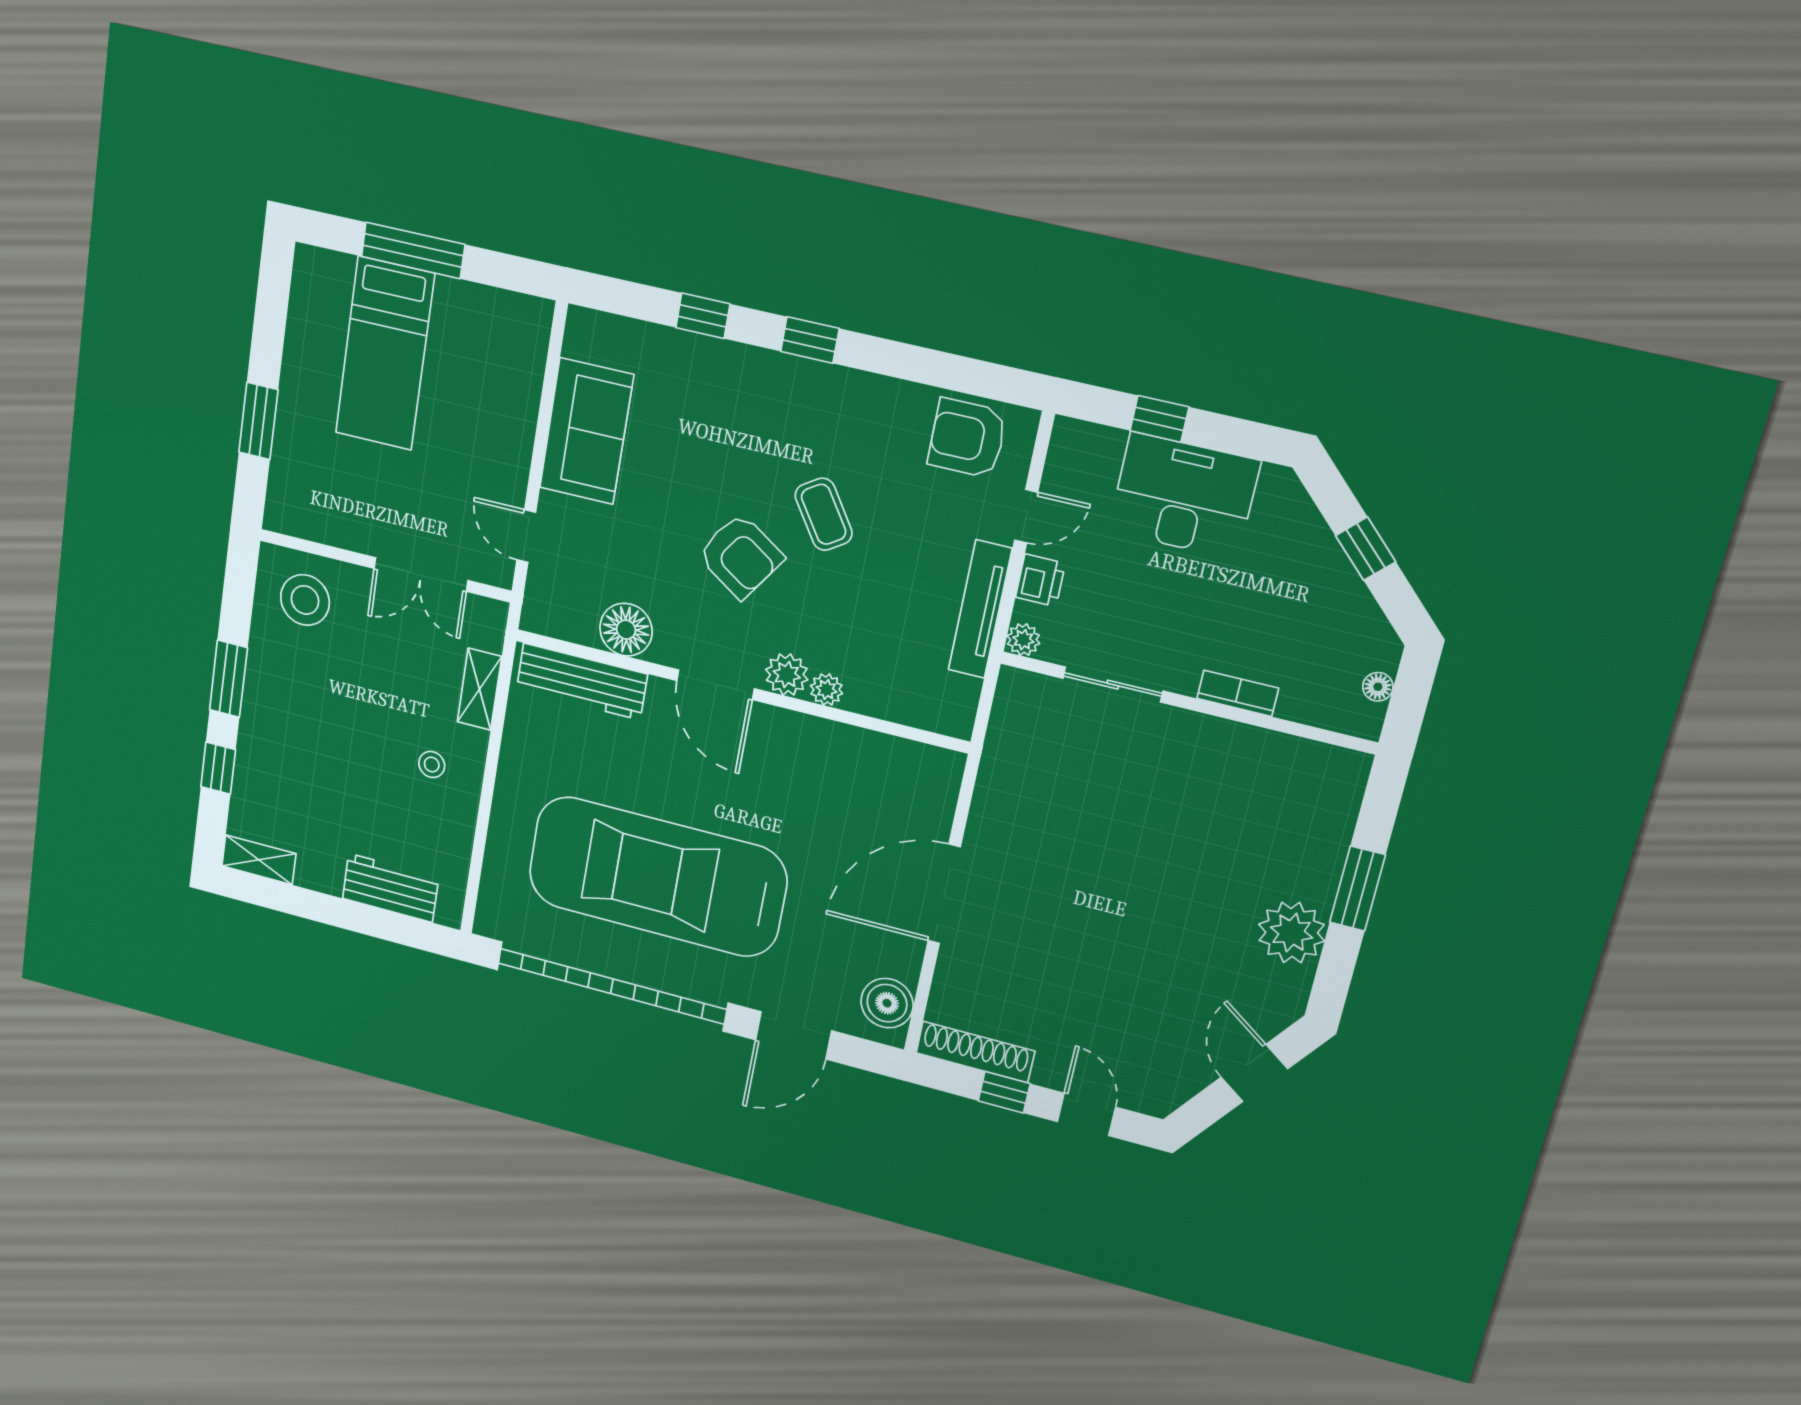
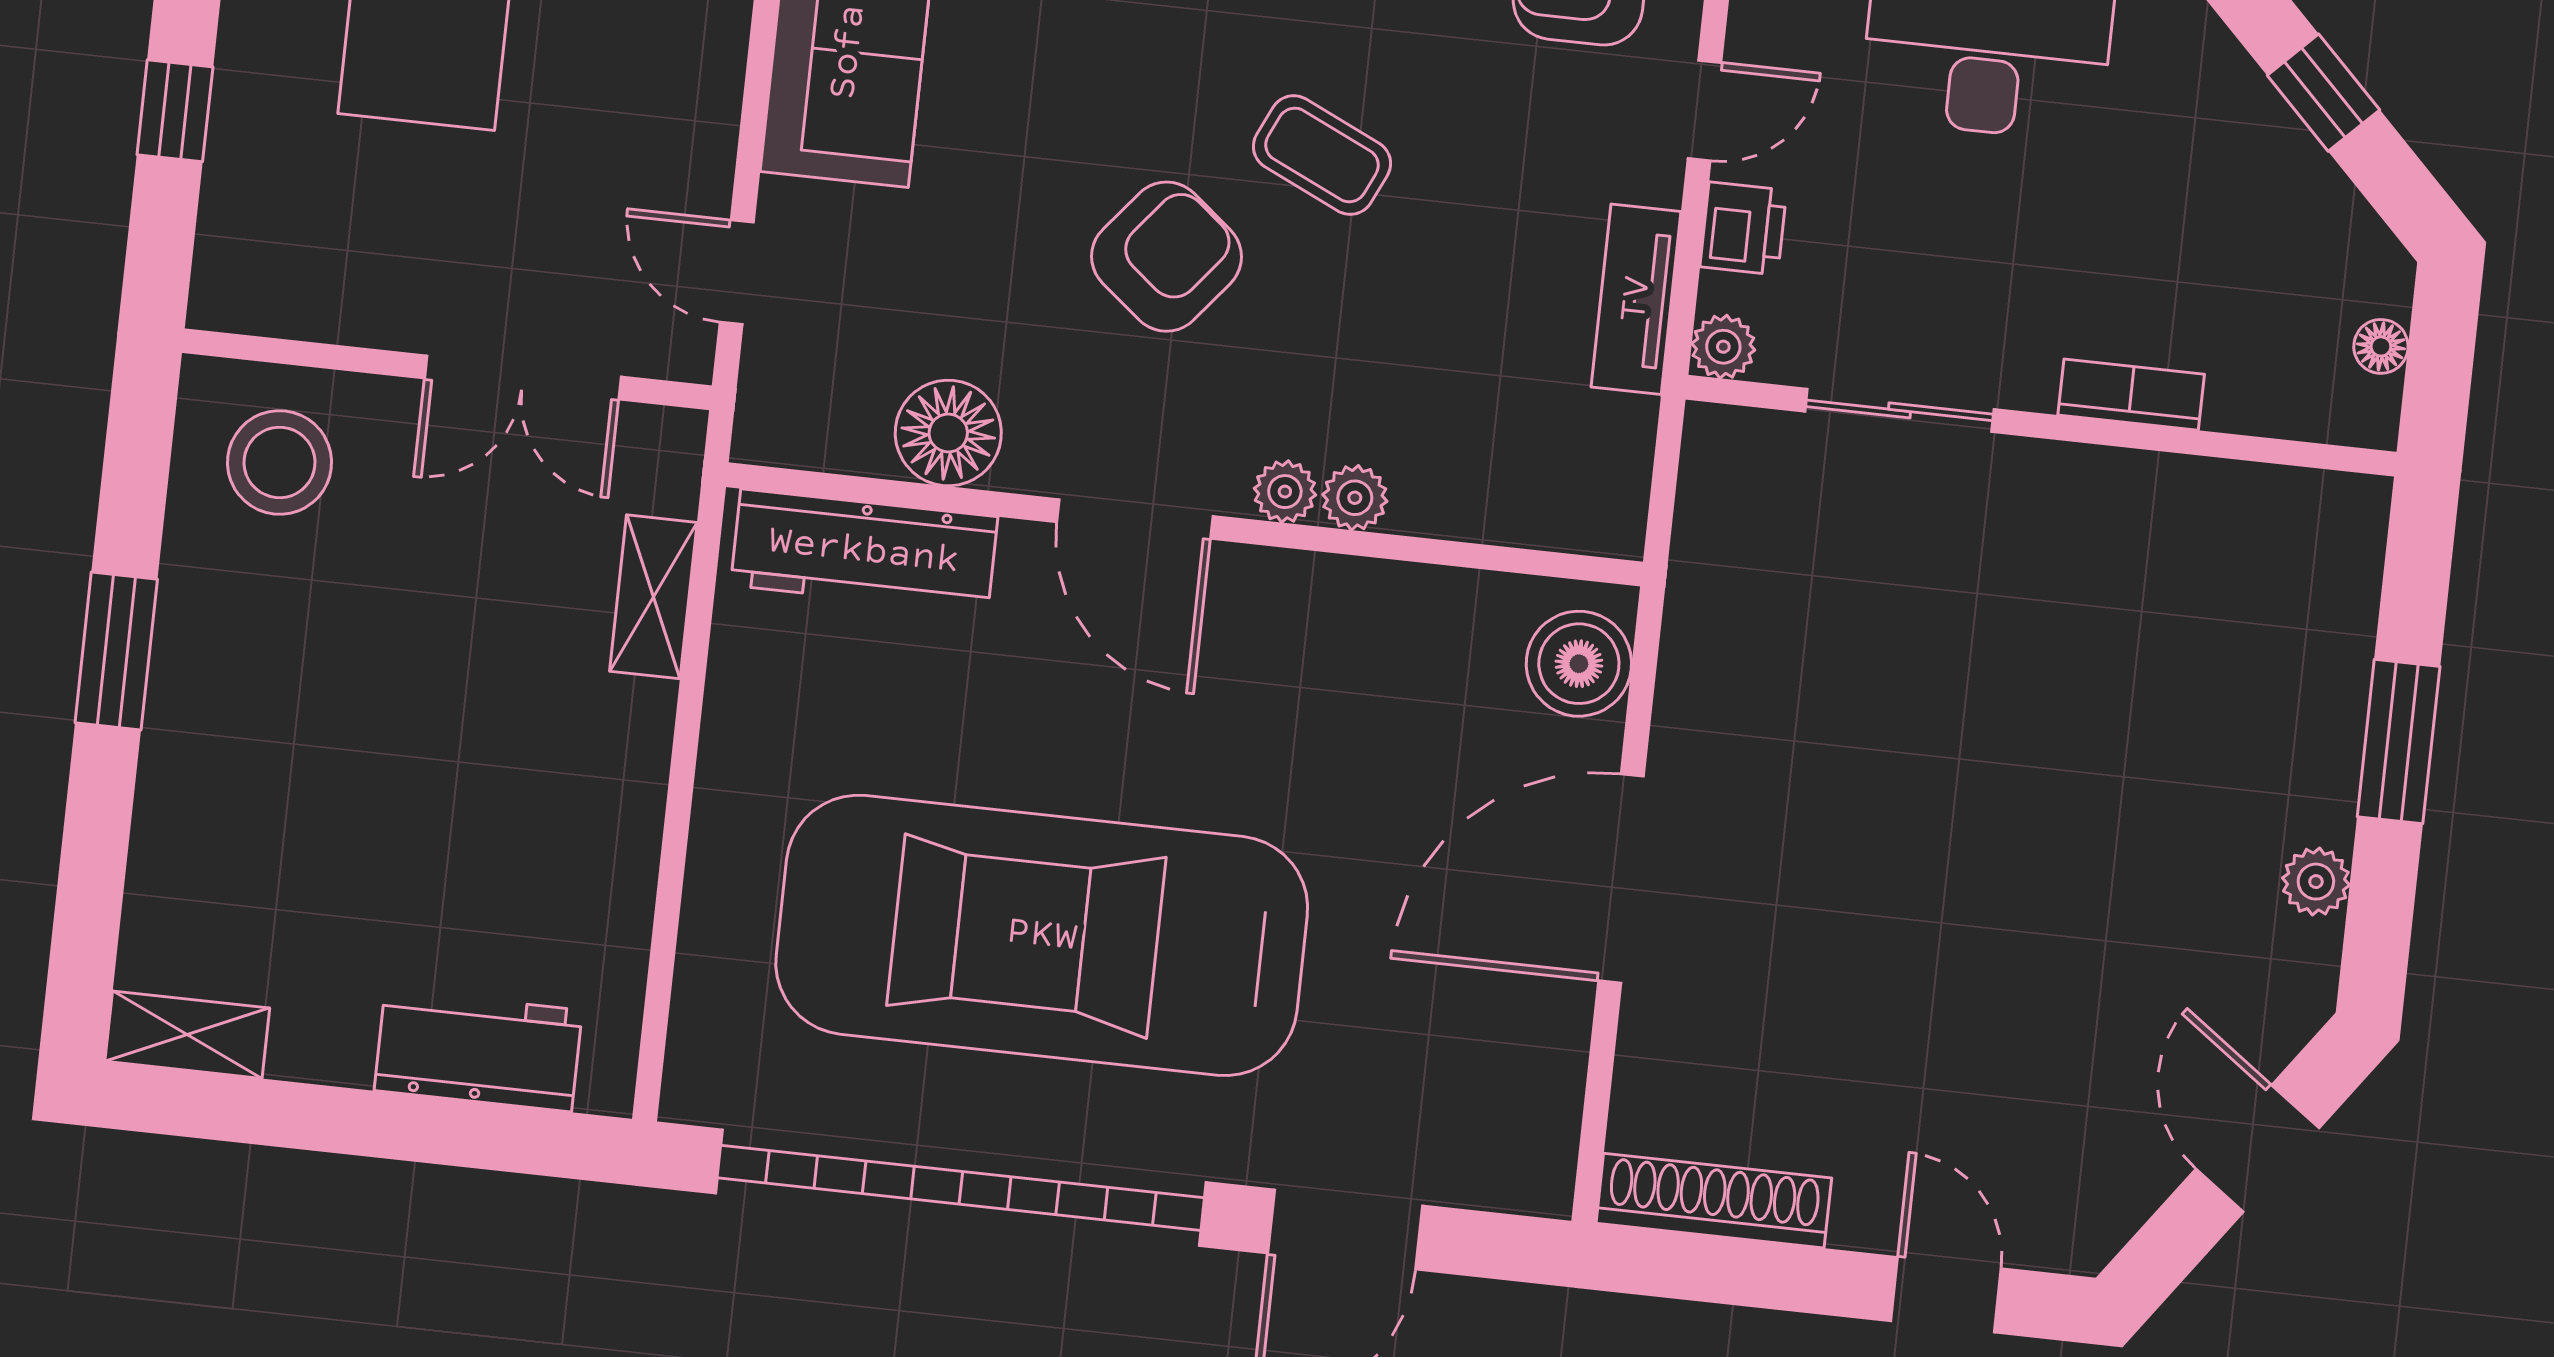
window: (258, 421) -> (175, 111), width x0.67
coffee table: (824, 514) -> (1322, 155), turned -32
armchair: (740, 556) -> (1166, 257), turned -85
tv unit: (980, 609) -> (1636, 299), width x0.71
plant: (787, 675) -> (1285, 492), width x0.73, depth x0.73
stool: (432, 764) -> (558, 770), removed
window: (218, 768) -> (95, 847), removed
plant: (1292, 933) -> (2316, 882), width x0.53, depth x0.53
boiler: (887, 1003) -> (1579, 664), moved
window: (1004, 1092) -> (1780, 1277), removed

